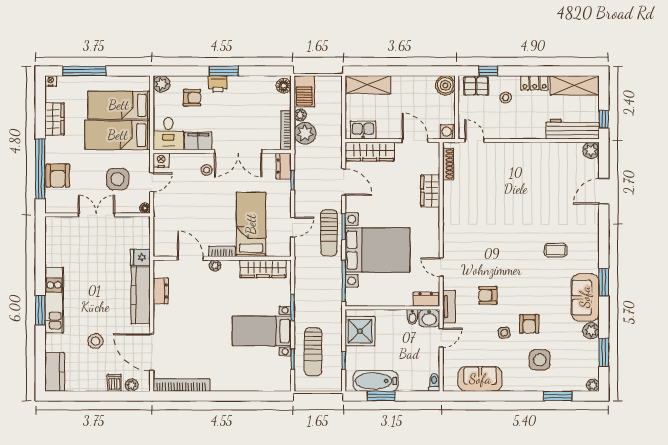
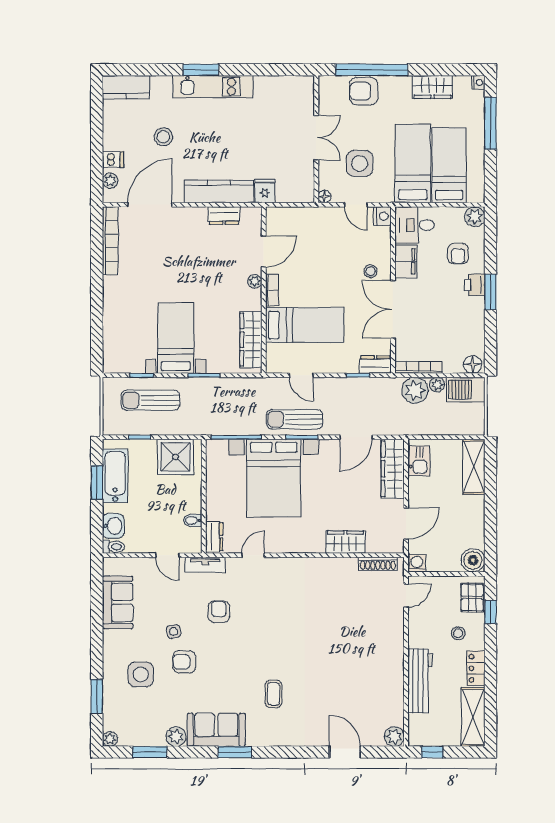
workbench: (573, 129) -> (420, 681), moved
washbasin: (429, 318) -> (113, 526), moved, turned 180

